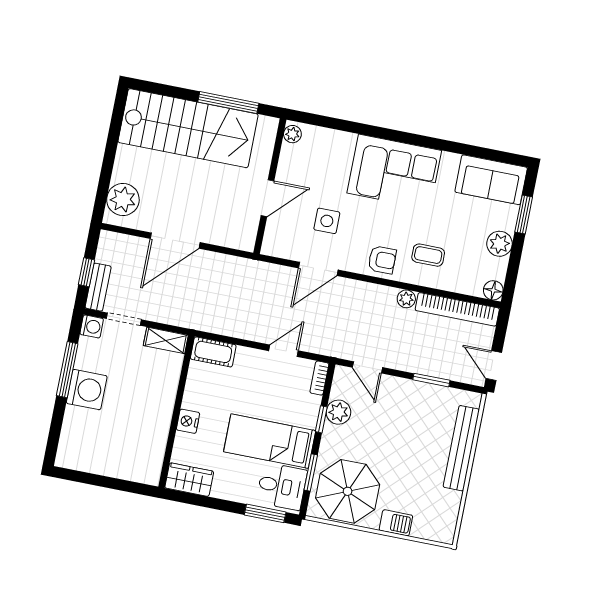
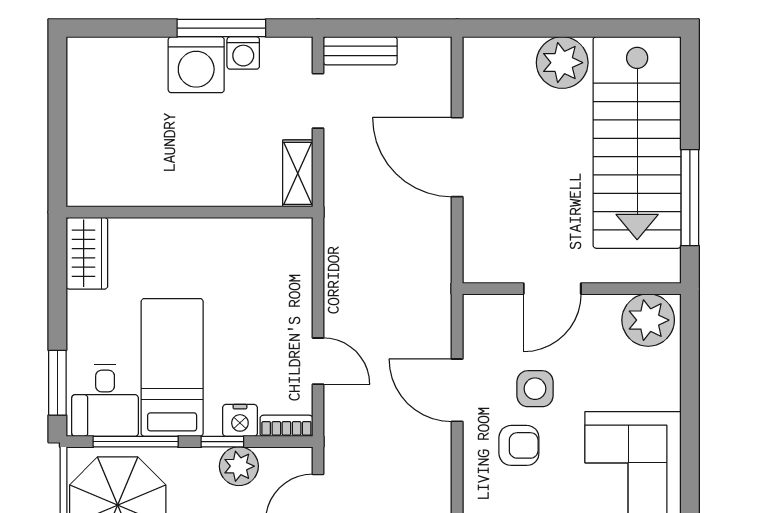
plant: (292, 134) -> (648, 320), width x1.87, depth x1.87
door: (267, 198) -> (552, 289), hinge flipped
plant: (123, 199) -> (562, 63), moved
armchair: (382, 260) -> (519, 445), moved, turned -90
window: (86, 272) -> (380, 28), removed
washing machine: (92, 326) -> (243, 53), moved
cot: (213, 352) -> (294, 251), removed
nightstand: (188, 421) -> (240, 420), moved, turned 180
window: (311, 473) -> (136, 442), width x1.44

